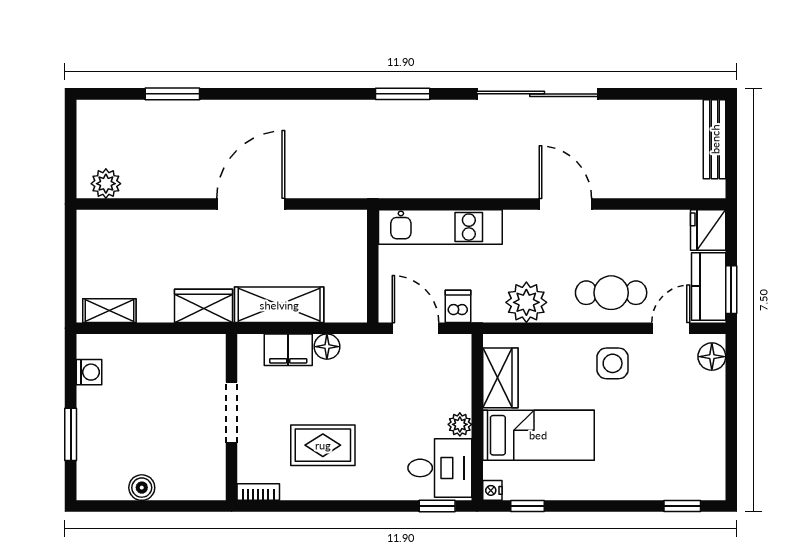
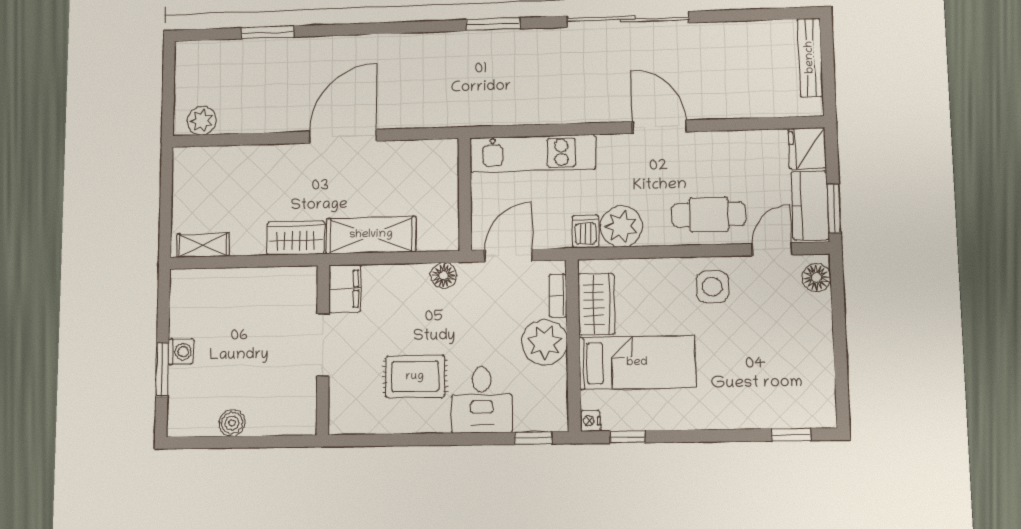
dishwasher: (458, 306) -> (585, 231), moved
door: (415, 328) -> (509, 255), hinge flipped
floor lamp: (327, 347) -> (444, 275), moved
filing cabinet: (288, 350) -> (345, 289), moved, turned -90
washing machine: (89, 372) -> (181, 352), moved
plant: (460, 424) -> (545, 342), width x1.88, depth x1.88
desk: (440, 468) -> (482, 400), moved, turned 90
bookcase: (258, 492) -> (558, 296), moved, turned -90

